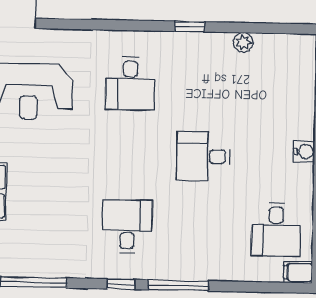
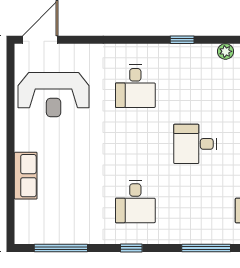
desk: (127, 226) -> (135, 201), turned 180
window: (179, 285) -> (206, 248), moved

